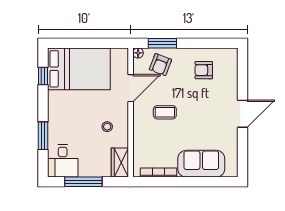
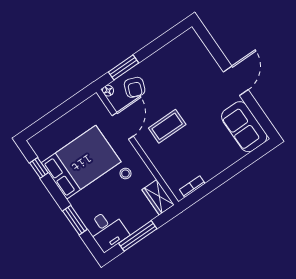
bed: (79, 69) -> (81, 162), moved
armchair: (204, 70) -> (176, 66), removed
coffee table: (165, 112) -> (167, 126), width x1.36, depth x1.30
sofa: (201, 164) -> (244, 127), moved, turned -90
bookcase: (159, 173) -> (192, 187), width x0.64

